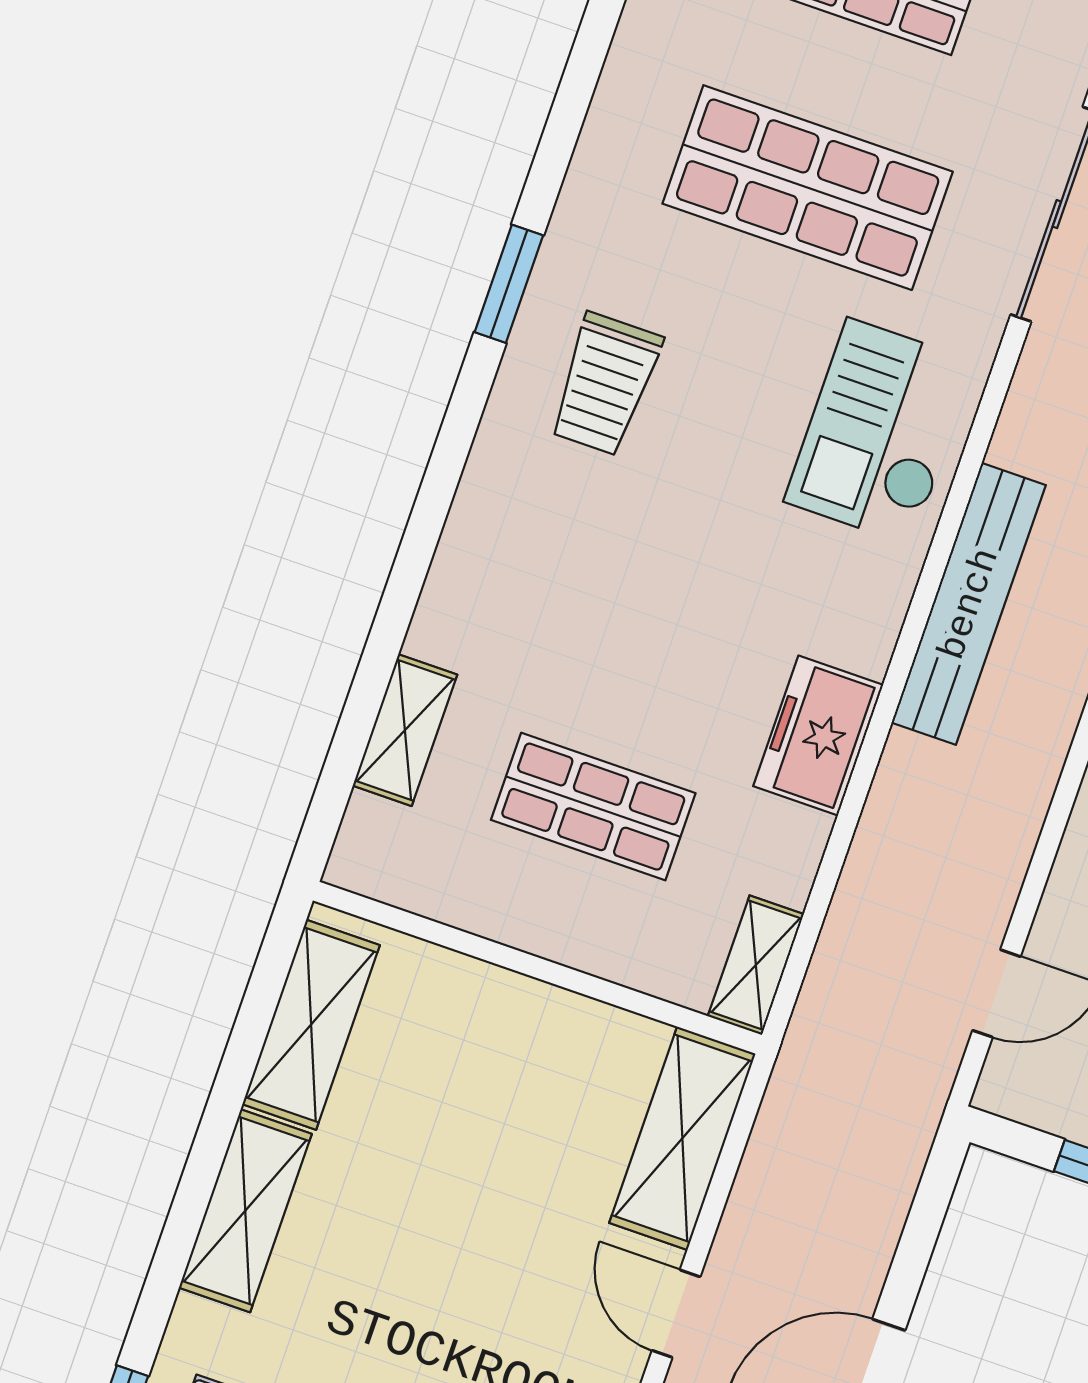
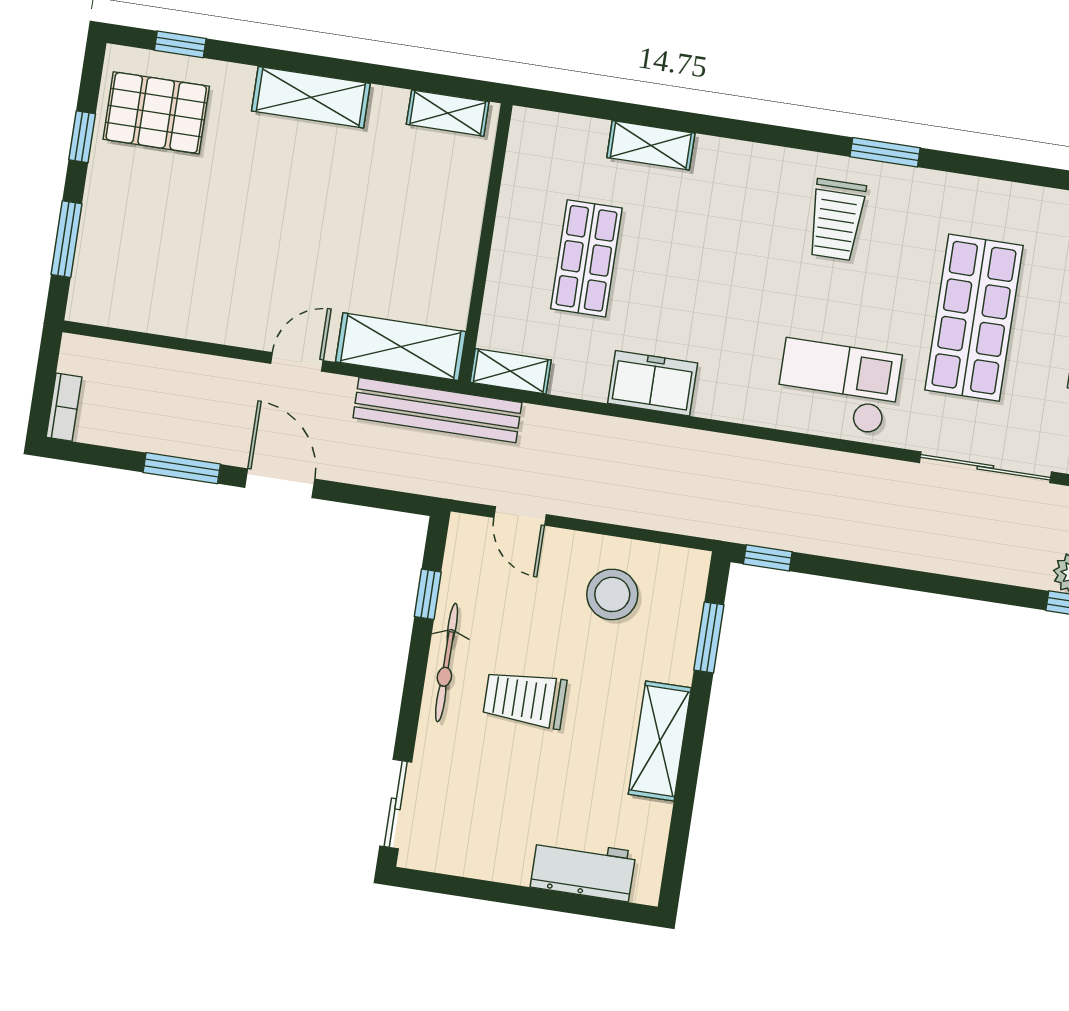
trolley: (605, 384) -> (836, 220), turned -90
bench: (969, 604) -> (437, 410), moved
shelving: (405, 730) -> (651, 145), moved
shelving: (311, 1025) -> (448, 113), width x0.67, depth x0.75

